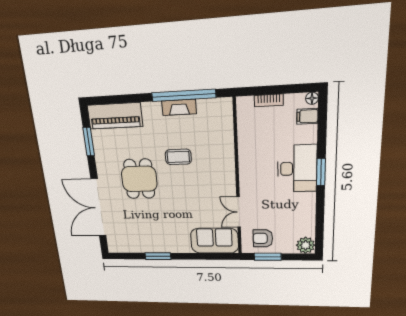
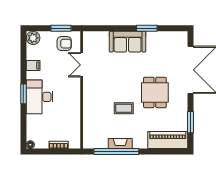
filing cabinet: (307, 116) -> (33, 65), moved
double door: (239, 212) -> (82, 65), swing flipped
sofa: (214, 241) -> (128, 42), moved

